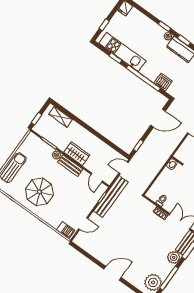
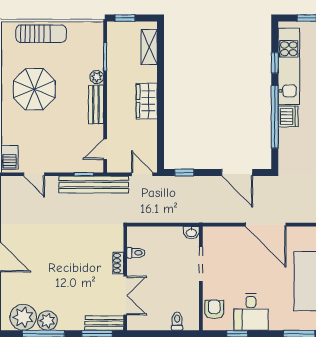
dishwasher: (163, 82) -> (288, 116), moved
wardrobe: (77, 154) -> (147, 101), moved, turned 180
plant: (174, 257) -> (47, 321), moved

